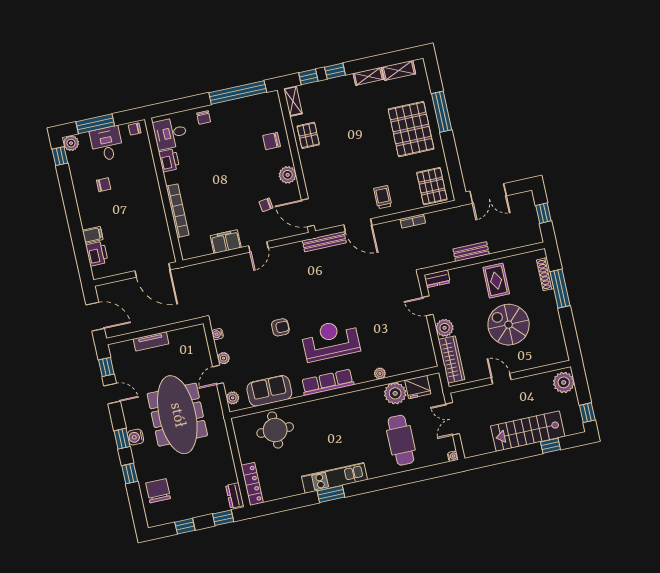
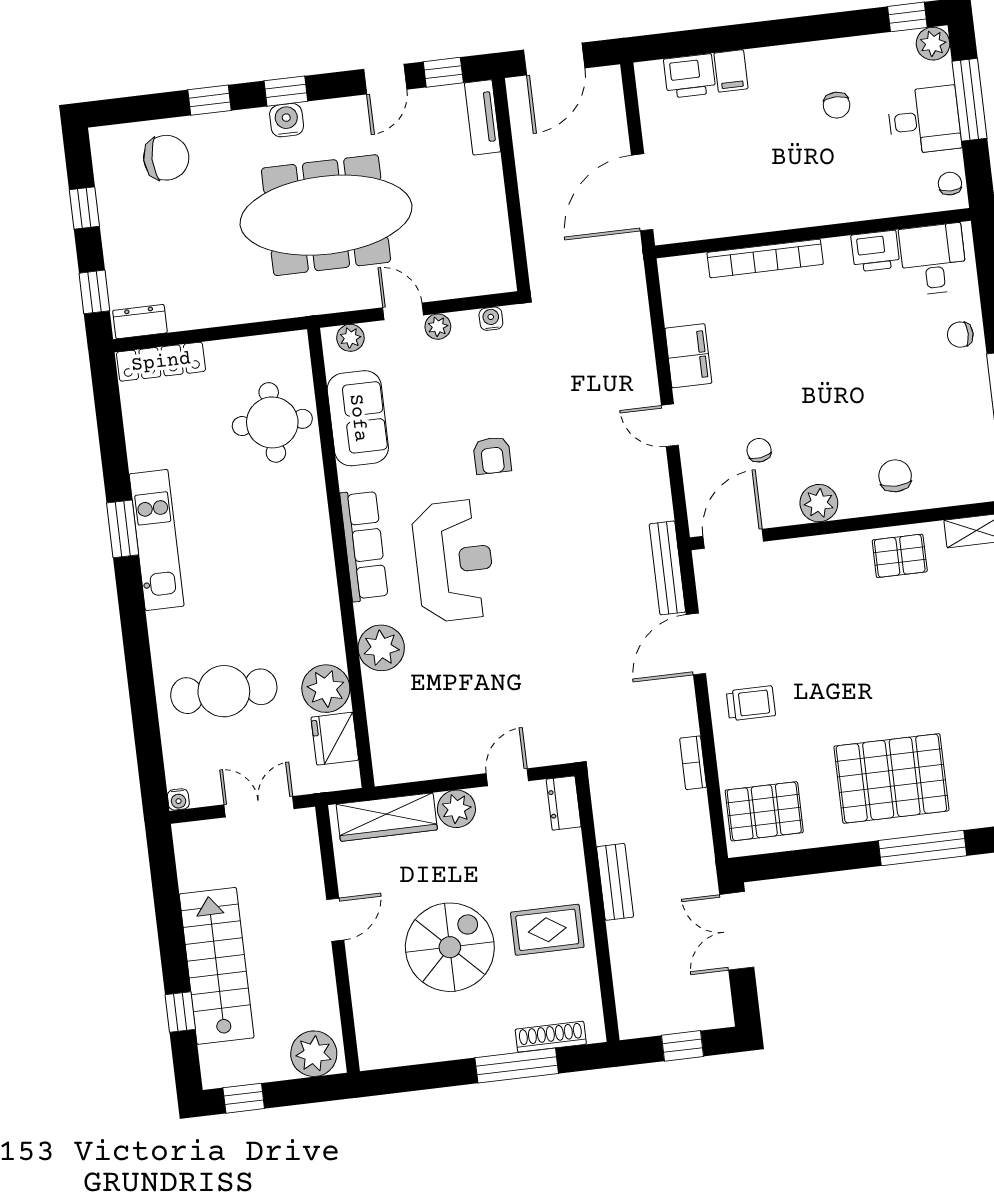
tv unit: (151, 341) -> (482, 117), moved
plant: (380, 373) -> (381, 648), width x1.87, depth x1.87

